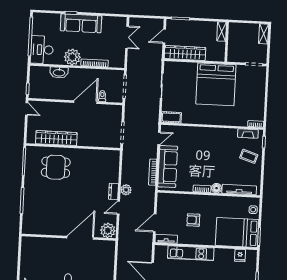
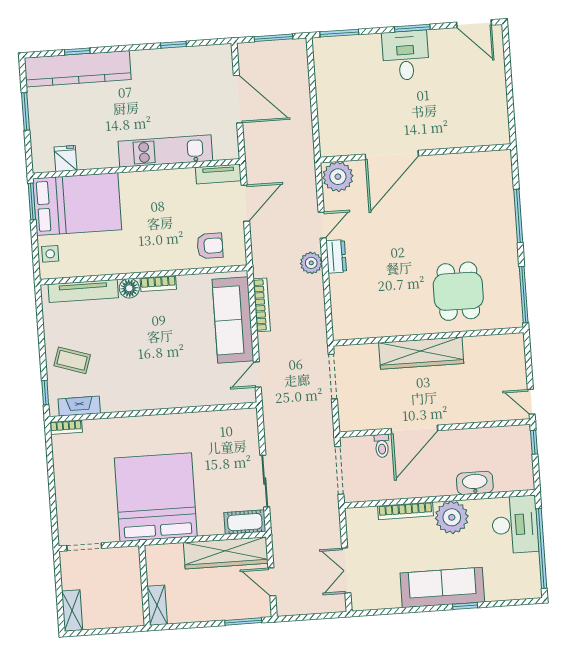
door: (164, 36) -> (272, 582), swing flipped
cot: (171, 117) -> (245, 522), moved
wardrobe: (56, 138) -> (421, 353), moved
dining table: (56, 167) -> (458, 291), turned 90
armchair: (193, 220) -> (210, 246), moved

